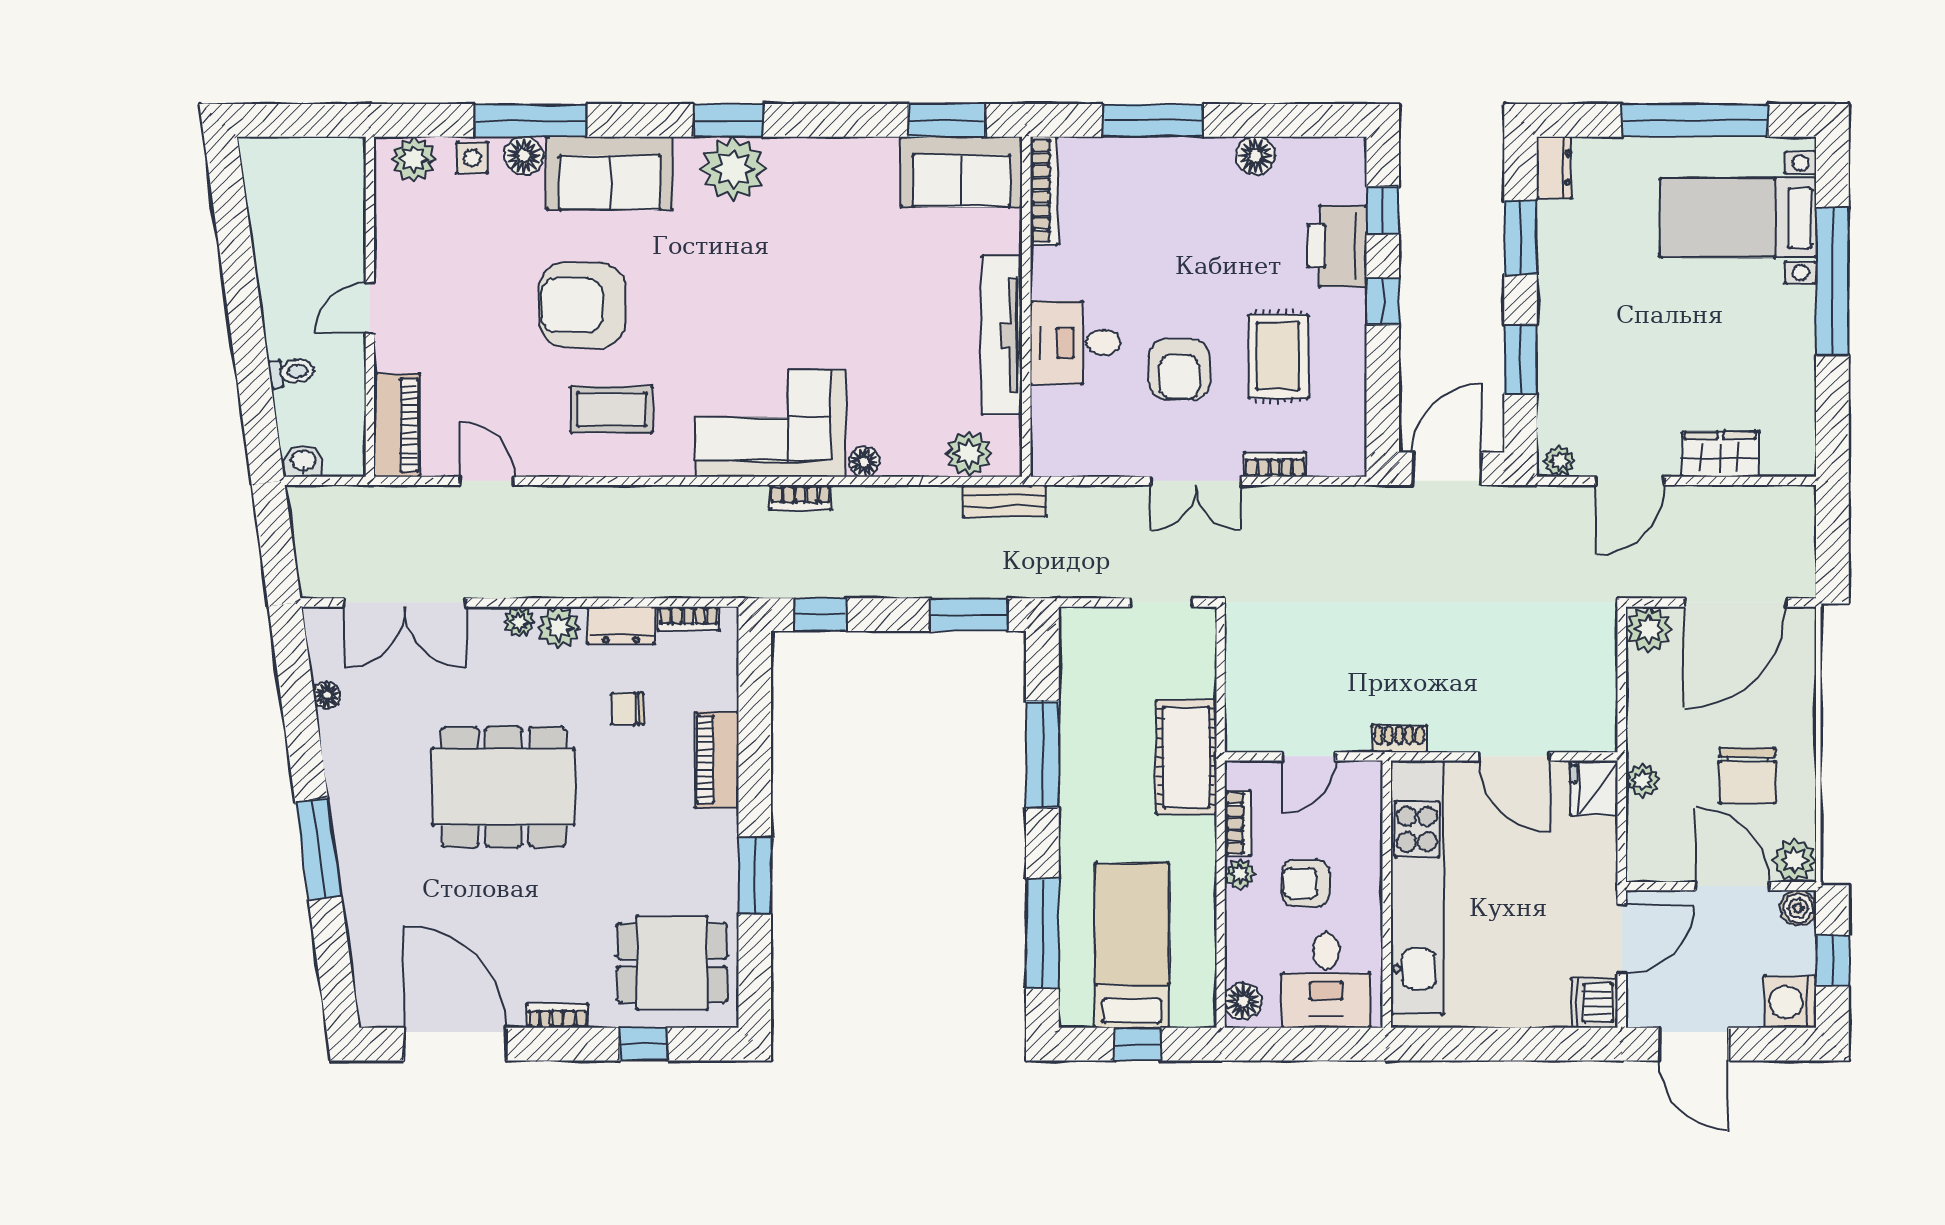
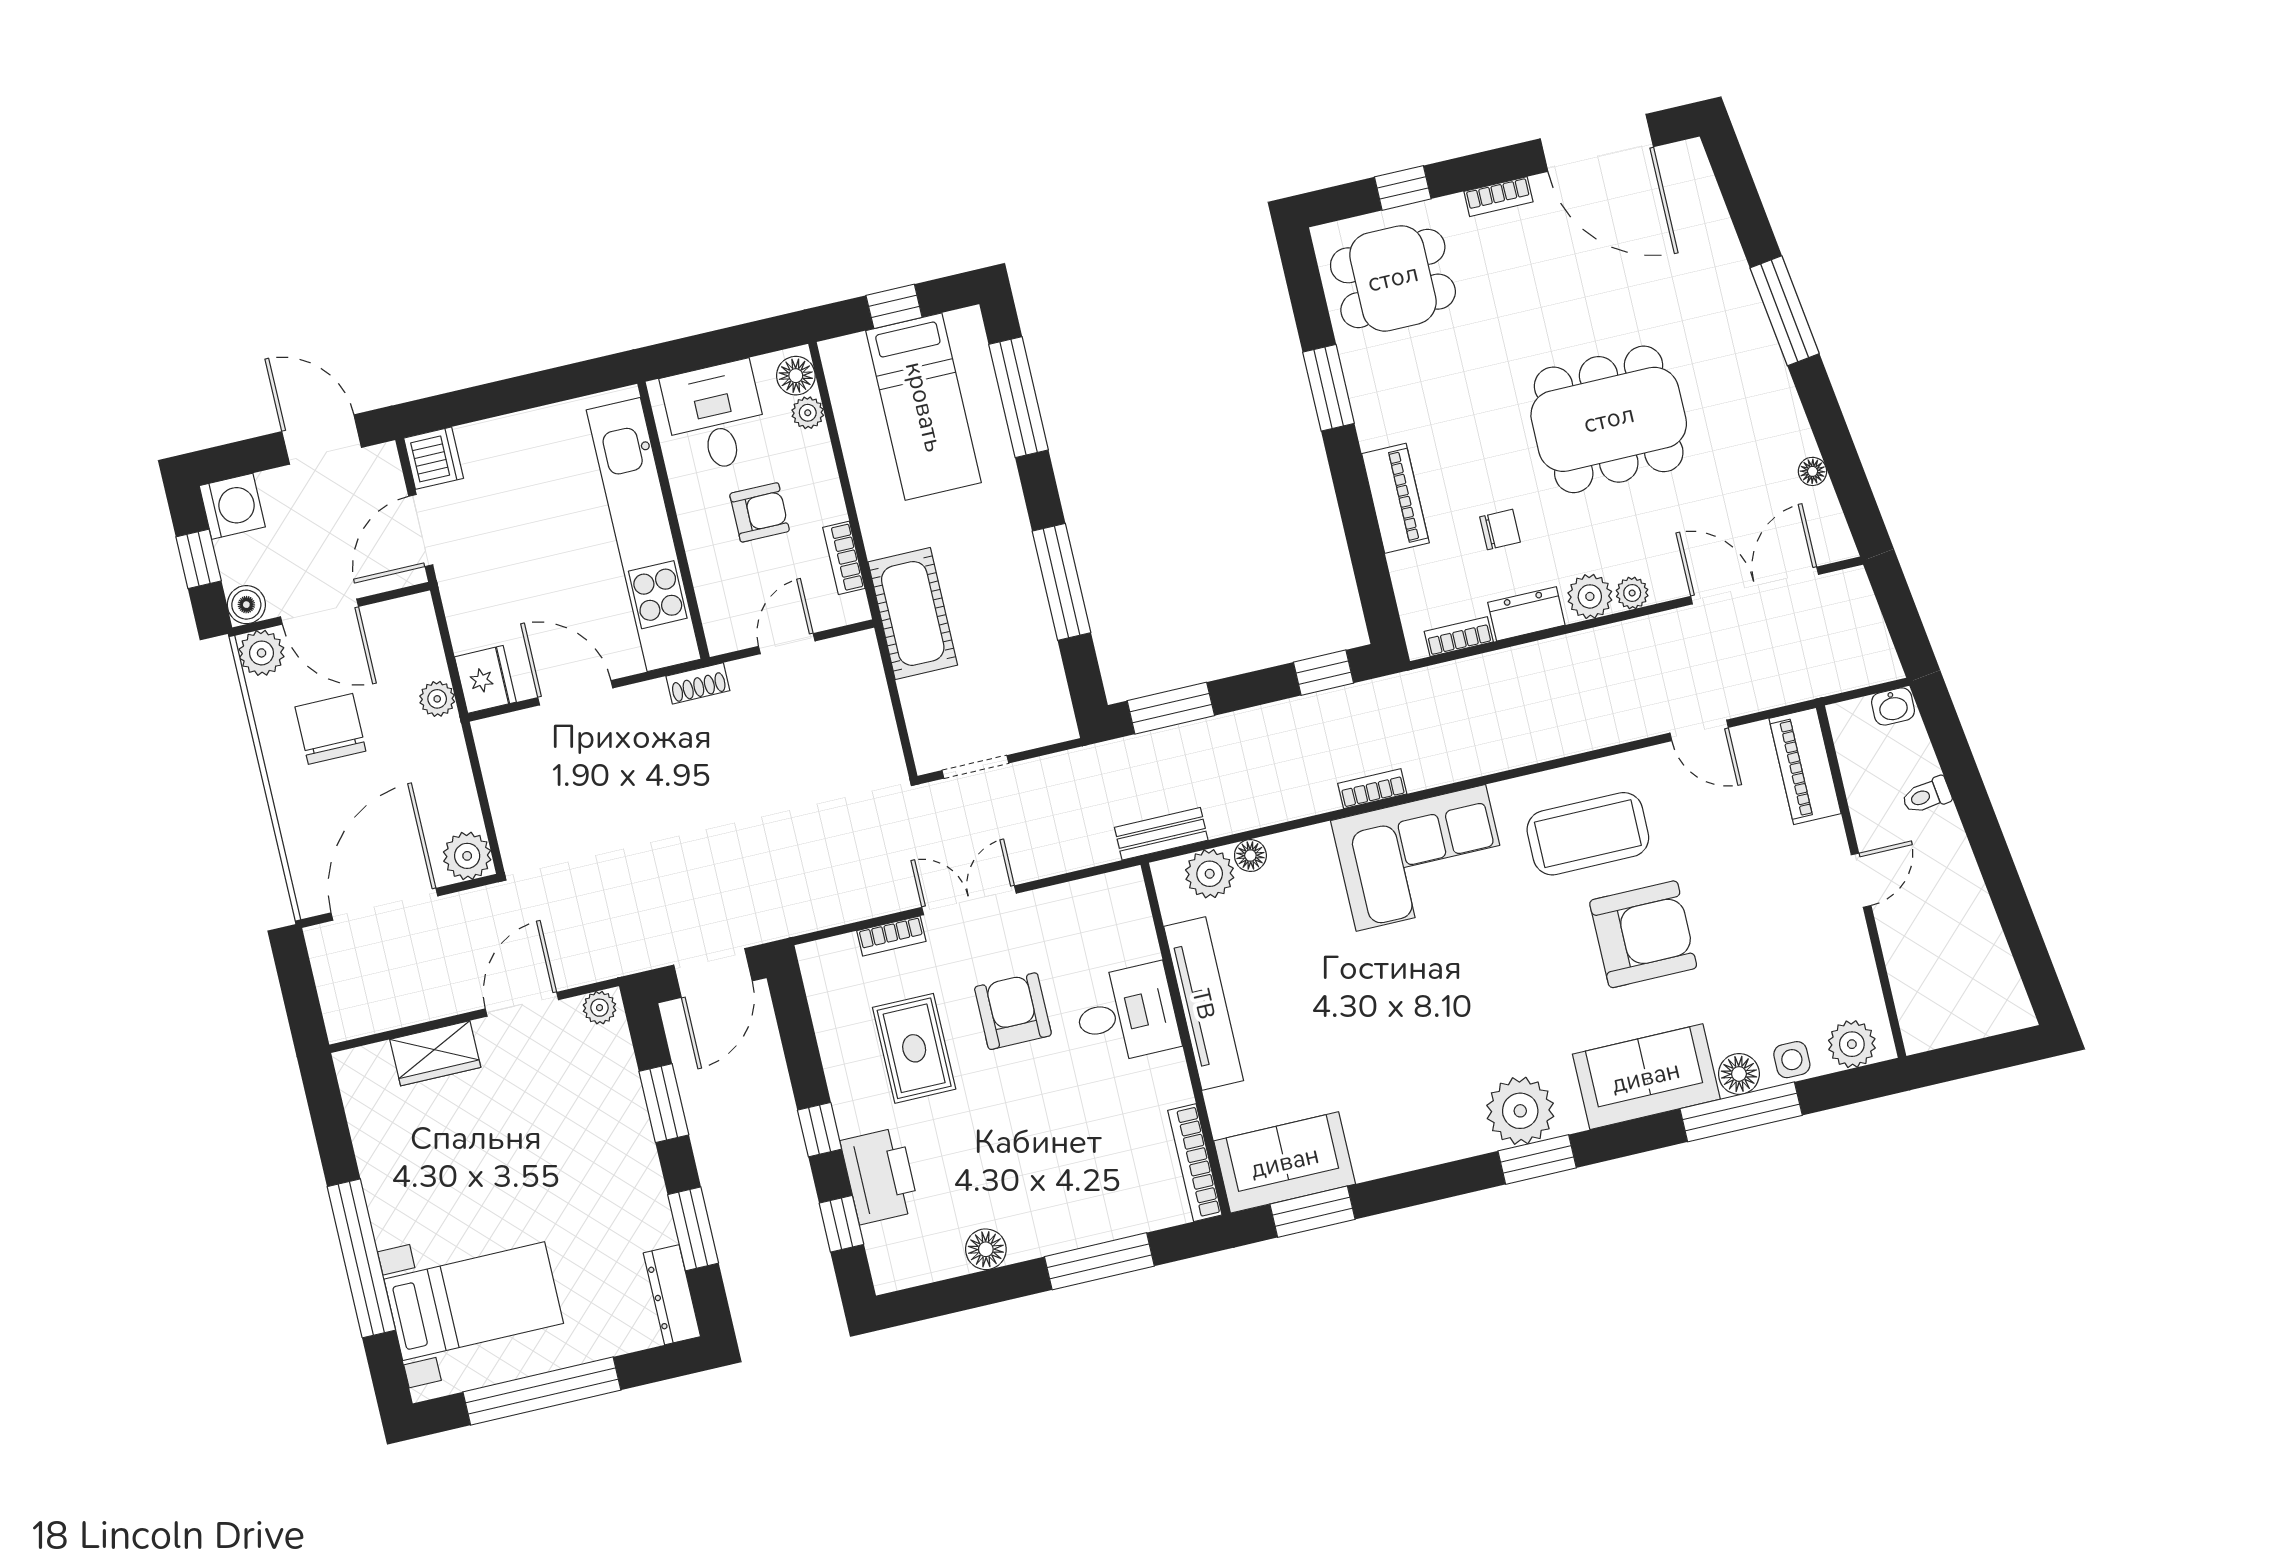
dresser: (1554, 168) -> (672, 1295), width x1.44
coffee table: (612, 410) -> (1588, 834), width x1.36, depth x1.32
floor lamp: (864, 462) -> (1250, 855), moved
plant: (1240, 874) -> (808, 413), moved

